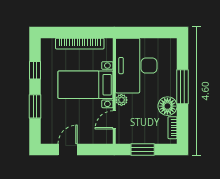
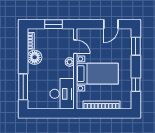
desk: (136, 66) -> (62, 94), width x0.73, depth x0.77
window: (182, 87) -> (23, 87), moved
window: (35, 106) -> (136, 46), moved
door: (114, 120) -> (75, 47), hinge flipped

